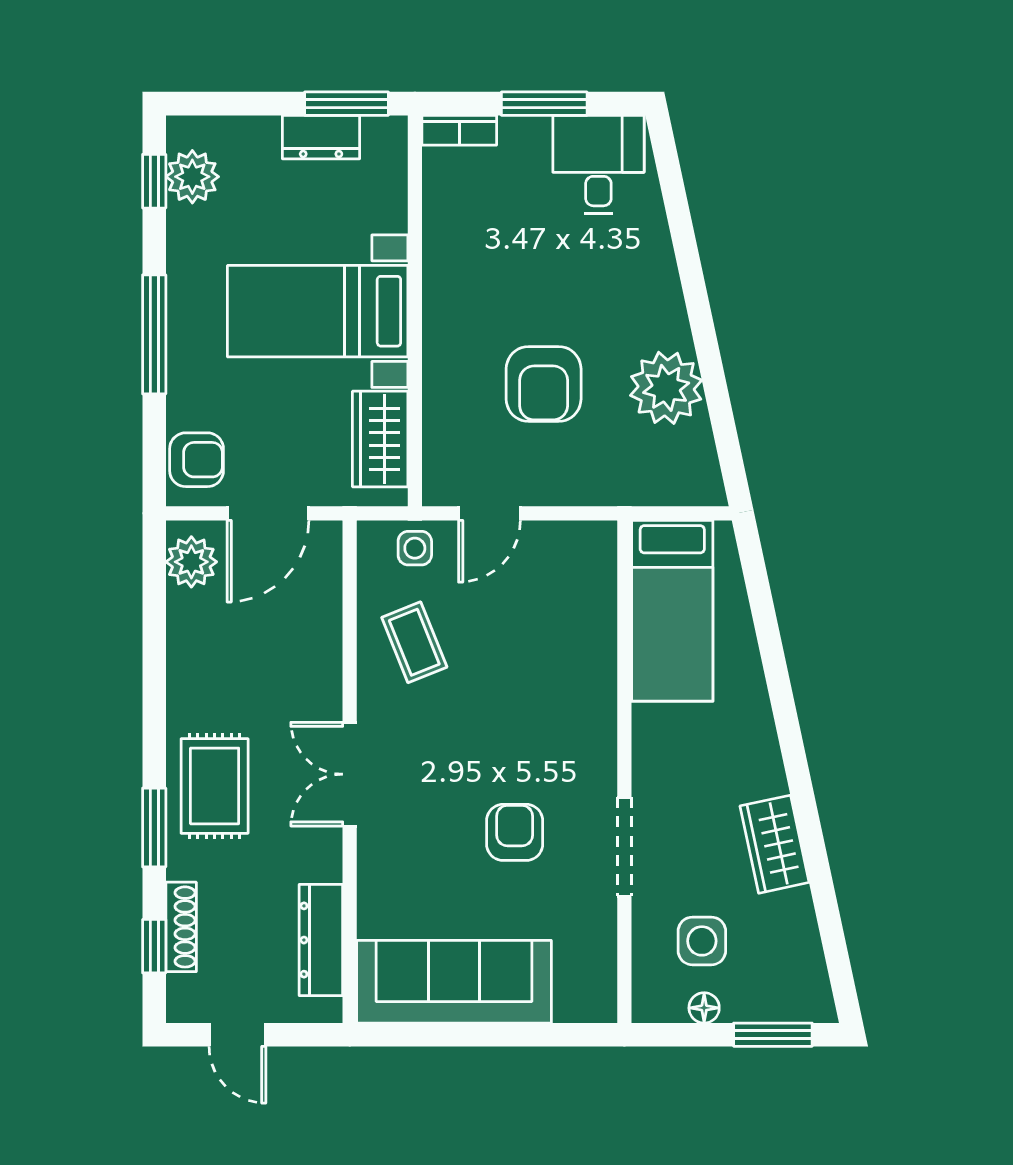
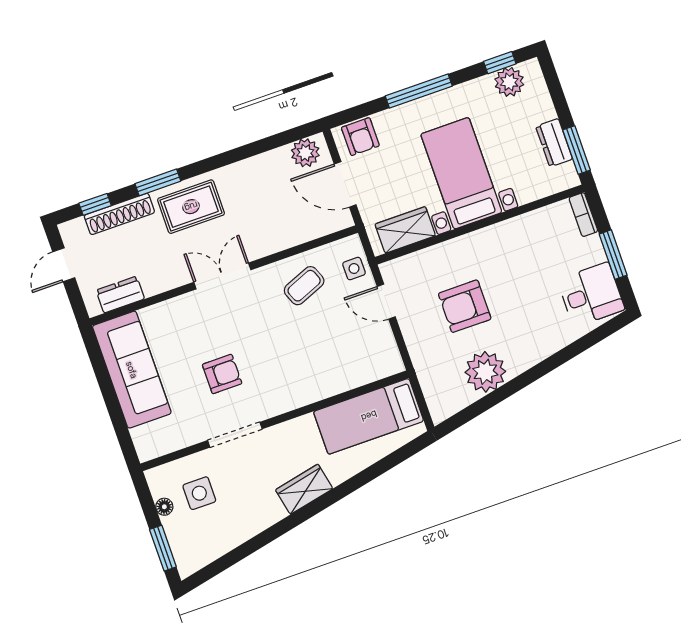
wardrobe: (775, 844) -> (304, 489), moved
shoe rack: (181, 927) -> (119, 214), width x1.36, depth x1.24
dresser: (321, 940) -> (120, 295), width x0.70

